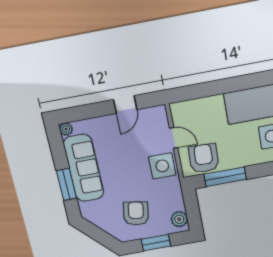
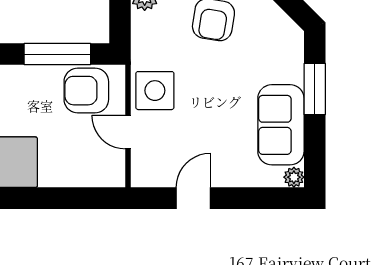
armchair: (204, 158) -> (86, 91), turned 88
sofa: (84, 168) -> (281, 125), width x0.73

